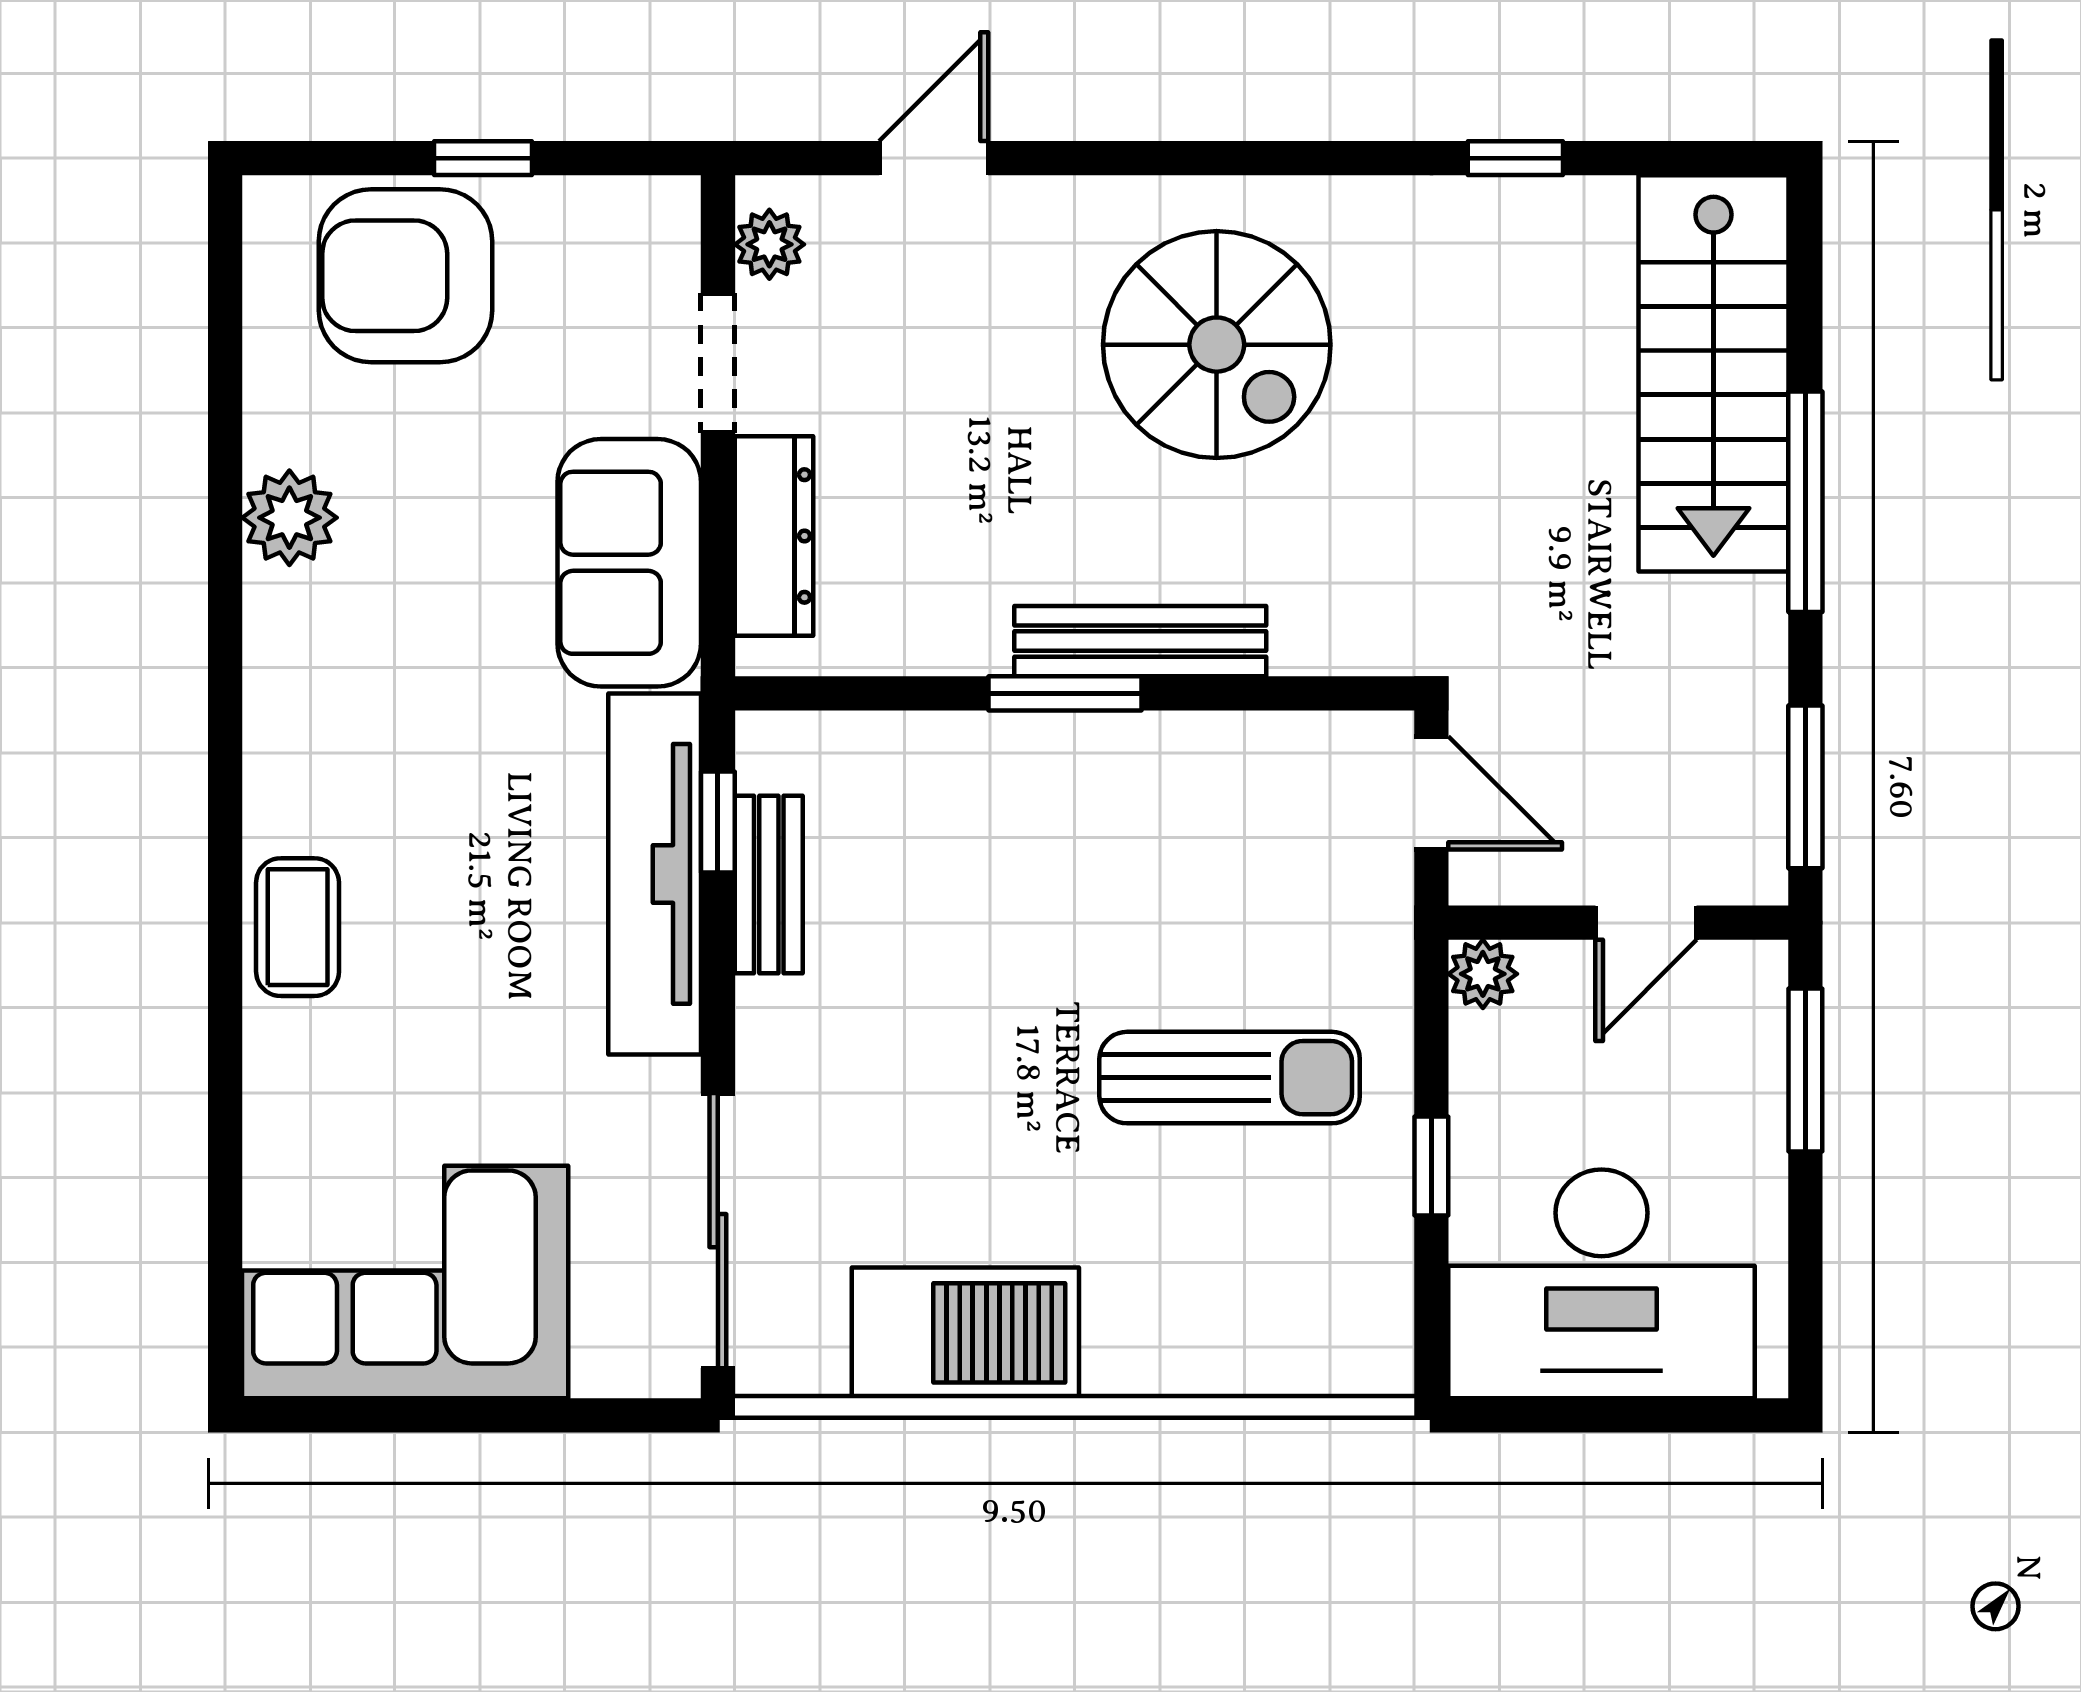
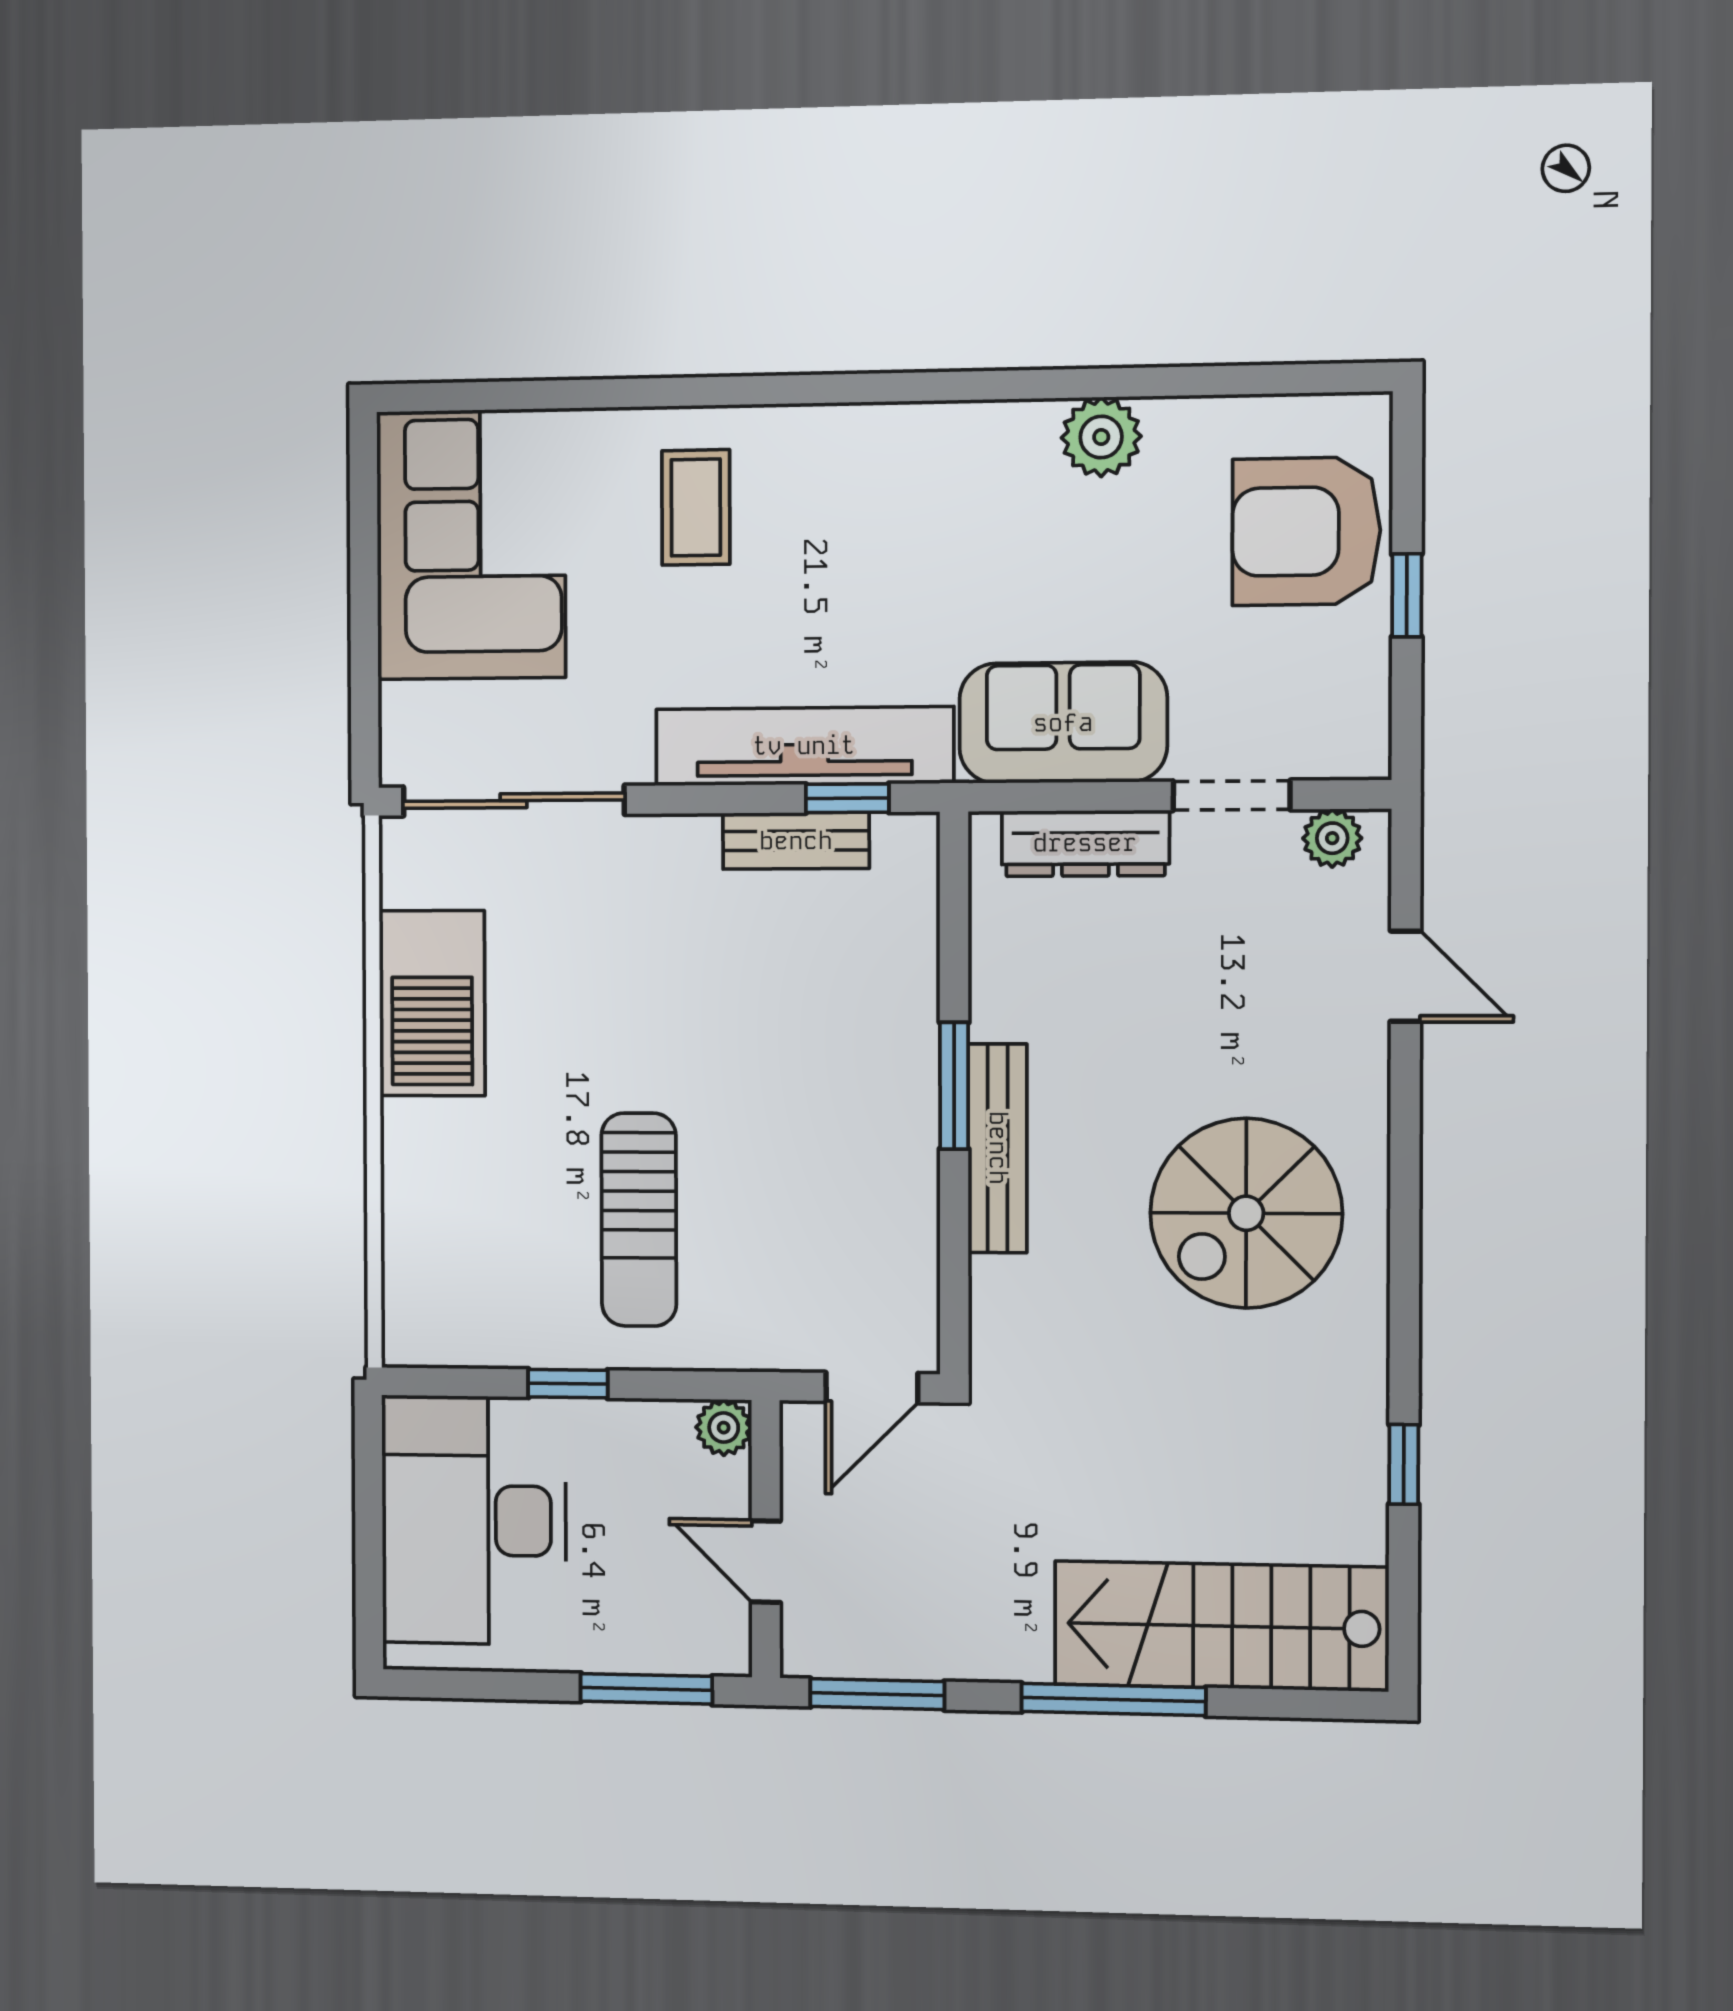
armchair: (406, 276) -> (1306, 531), turned -90
coffee table: (298, 927) -> (696, 507), moved, turned 90

